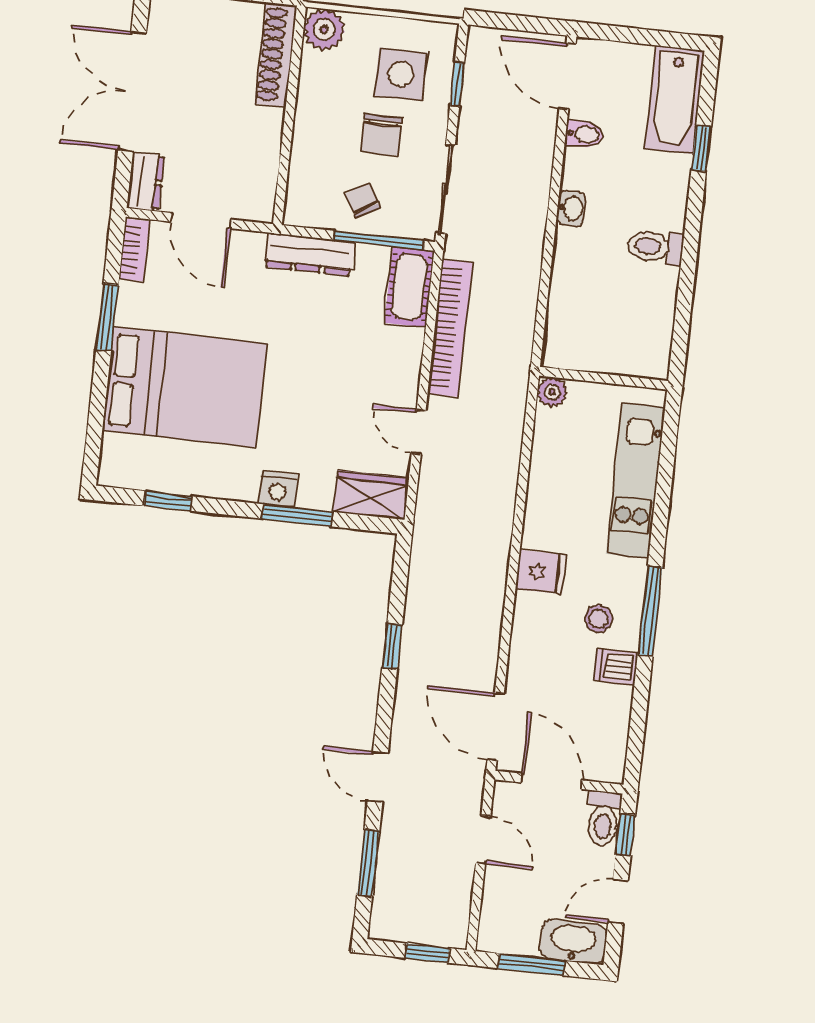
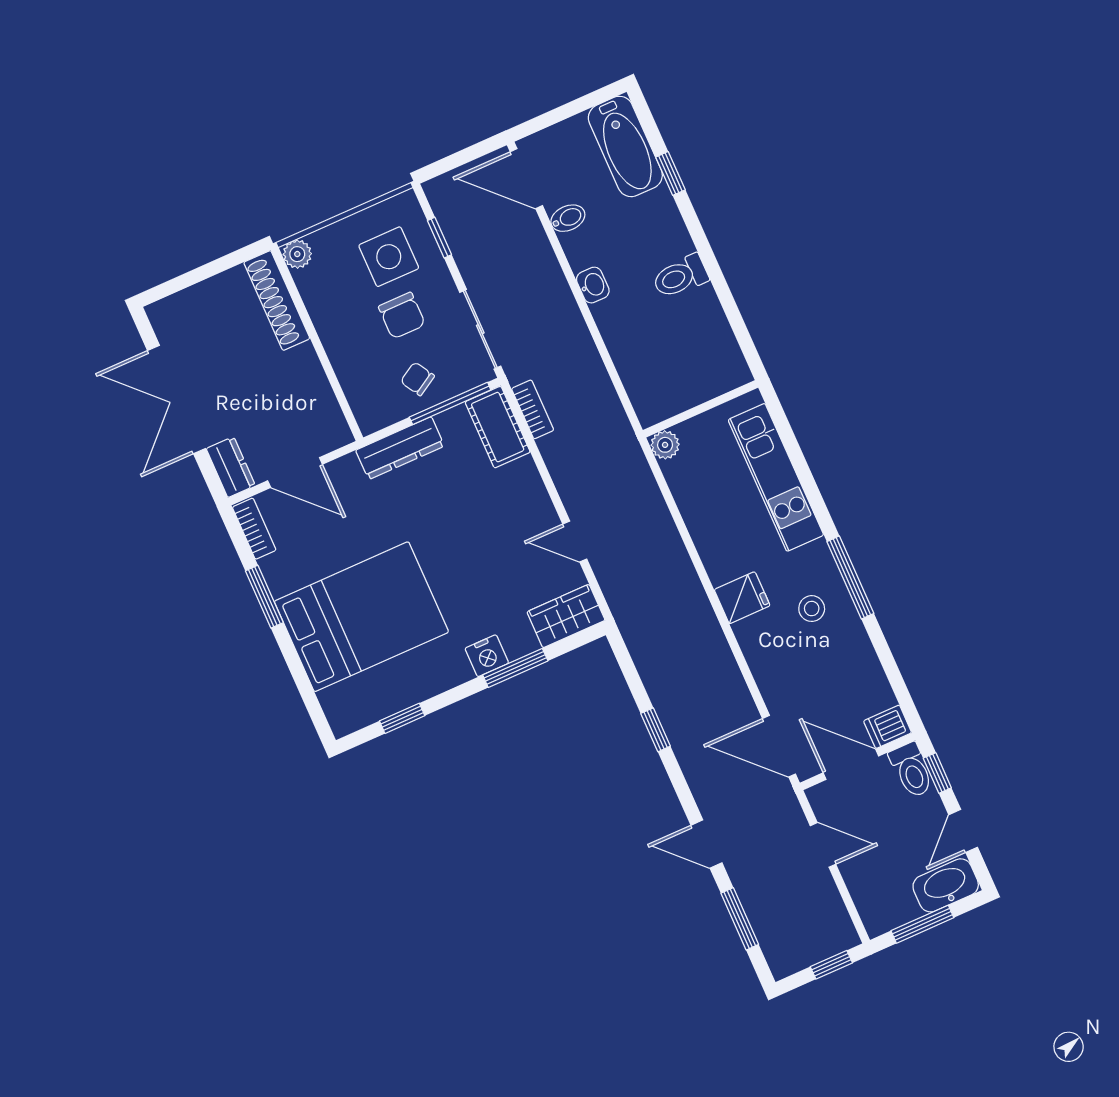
plant: (324, 30) -> (297, 254), width x0.73, depth x0.73
bookcase: (450, 328) -> (533, 409), width x0.43, depth x0.76
dishwasher: (616, 667) -> (888, 727), moved

